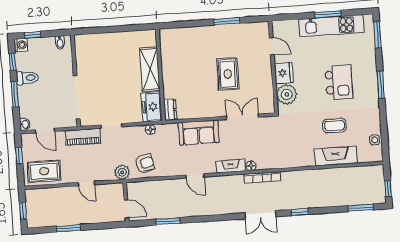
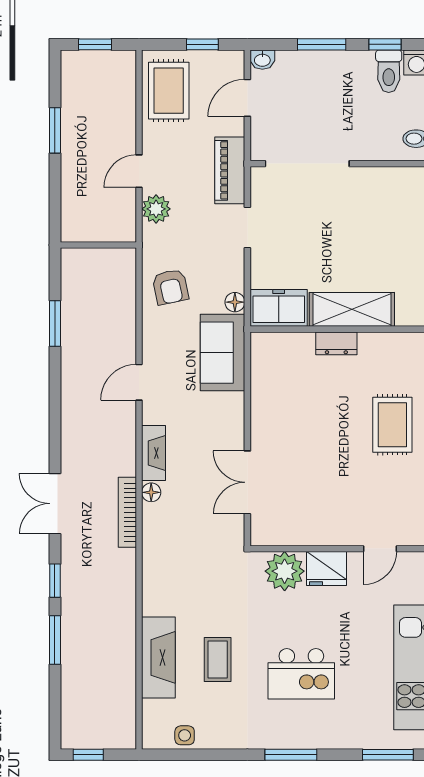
rug: (228, 74) -> (392, 425), moved, turned 90
toilet: (28, 78) -> (389, 71), moved
dresser: (170, 110) -> (336, 343), moved
double door: (242, 117) -> (247, 482), swing flipped
sofa: (199, 133) -> (223, 353), moved
plant: (122, 172) -> (156, 209), moved
window: (360, 208) -> (55, 640), moved
door: (126, 209) -> (85, 245), removed

